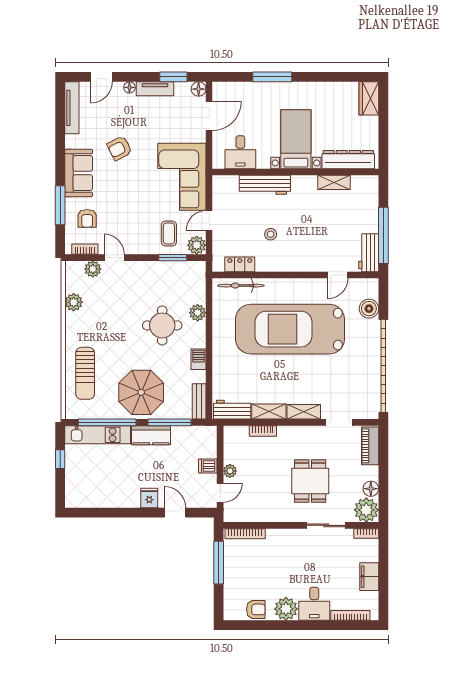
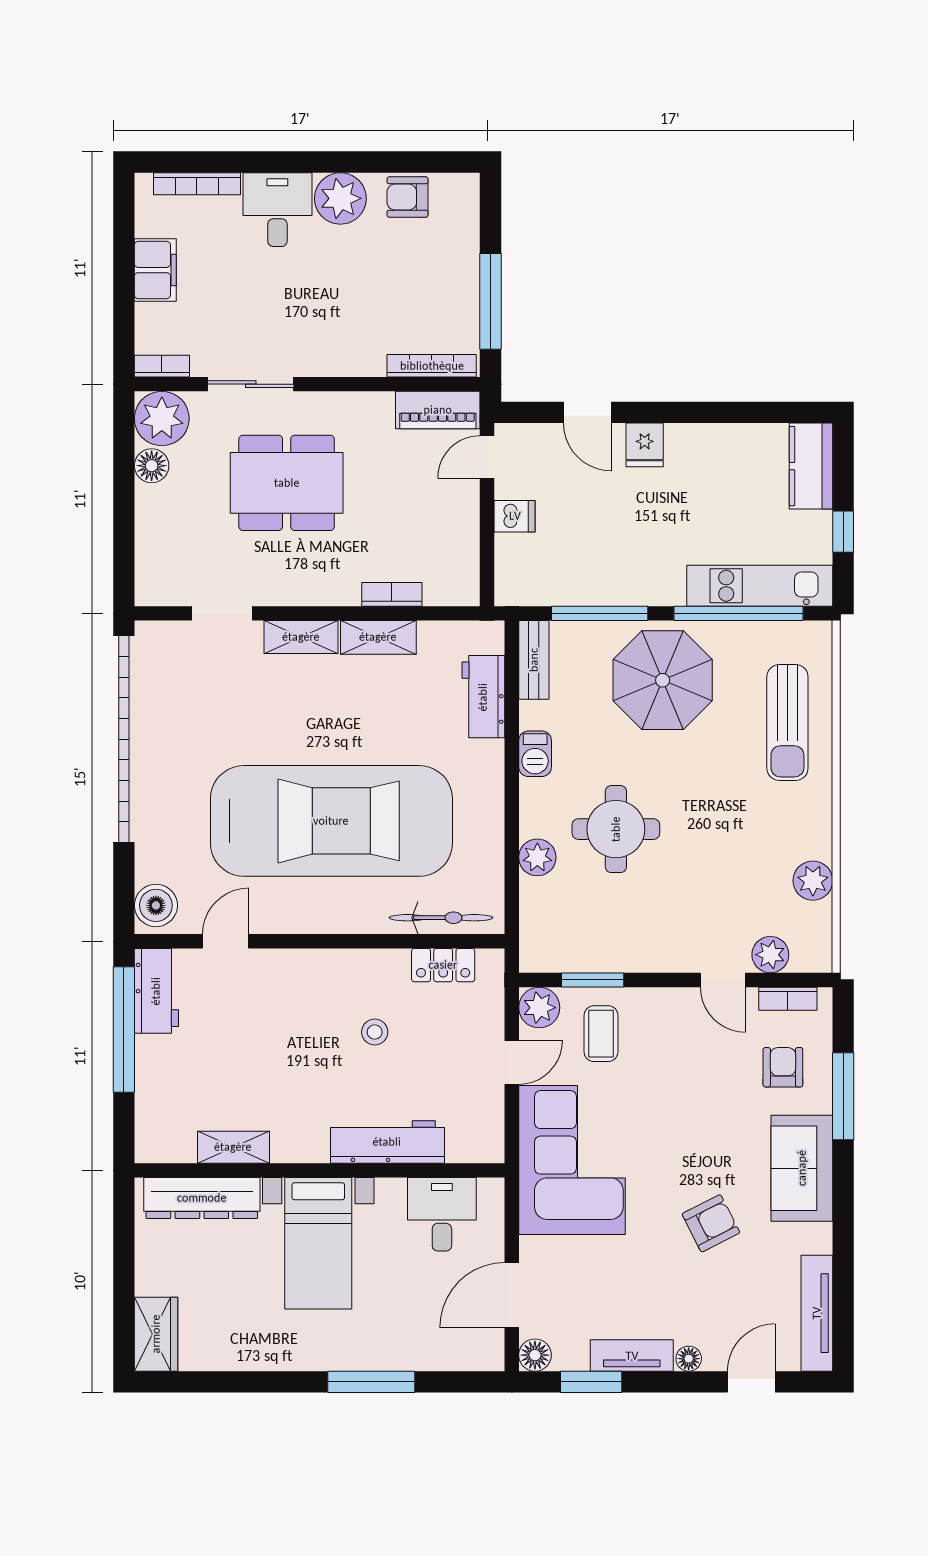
boiler: (369, 309) -> (156, 905), moved
sun lounger: (85, 373) -> (787, 722), turned 180
workbench: (232, 410) -> (483, 697), moved, turned 90
kitchen counter: (151, 435) -> (811, 466), moved, turned -90
piano: (370, 446) -> (438, 410), moved, turned 90
plant: (230, 471) -> (465, 505), removed
dining table: (310, 481) -> (287, 483), width x1.38

